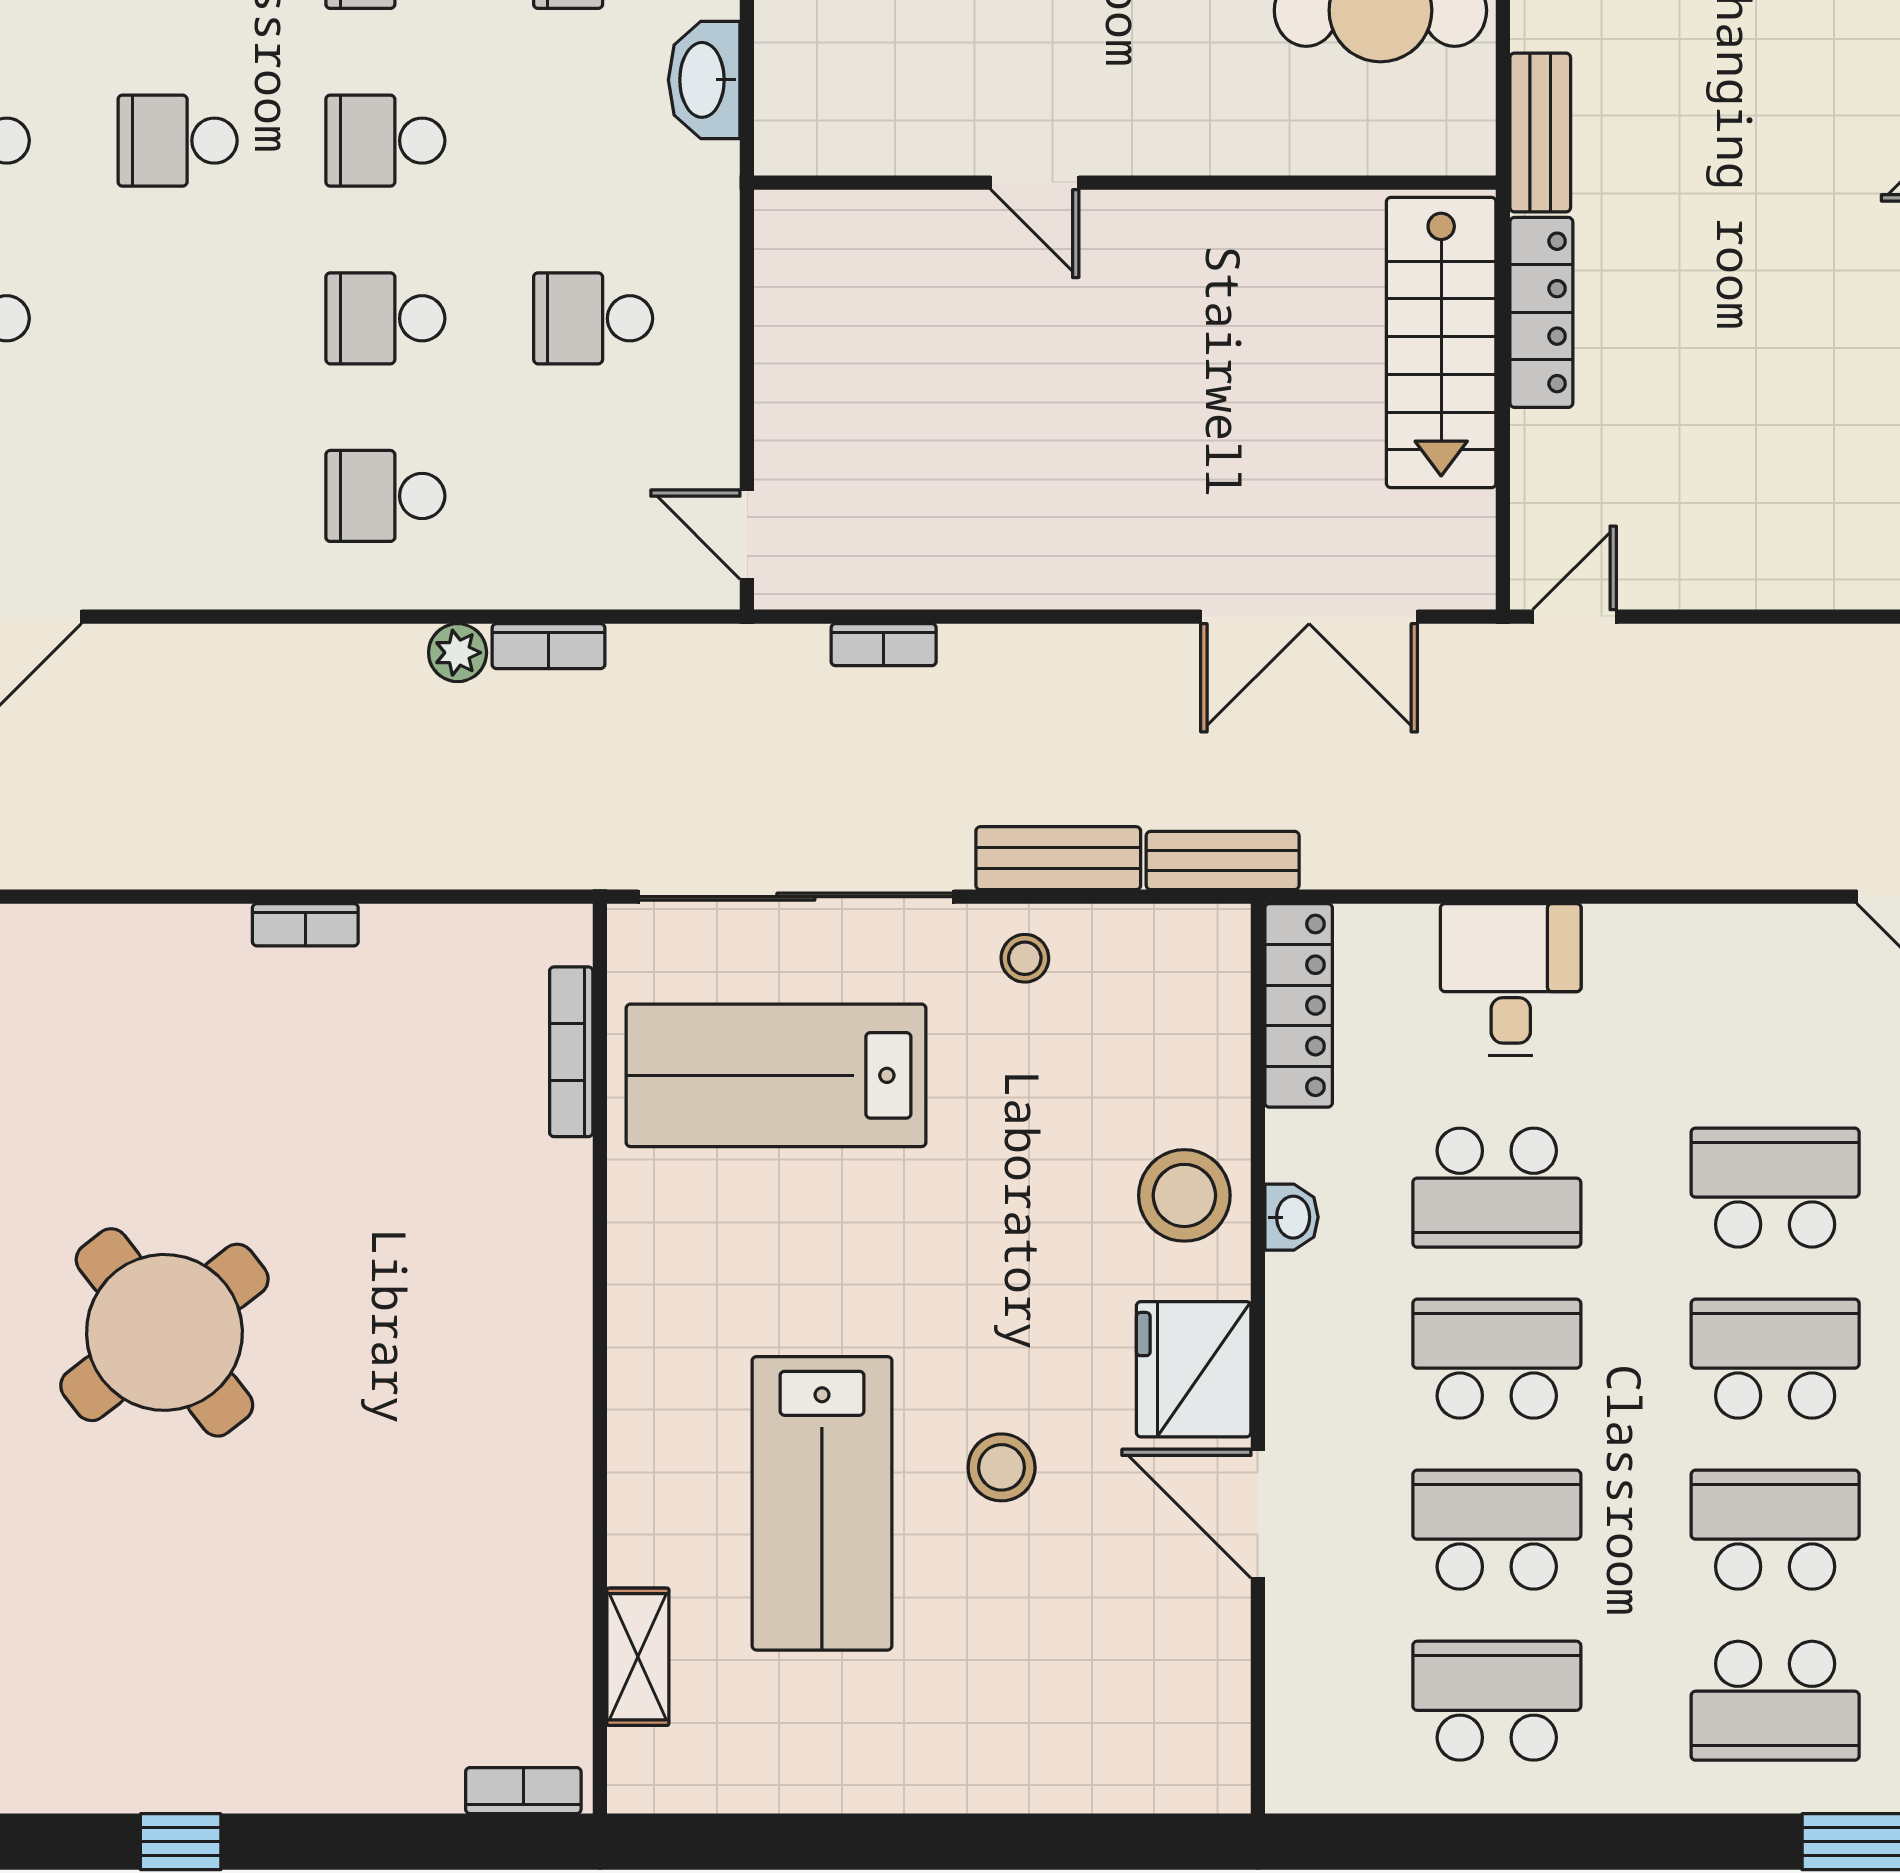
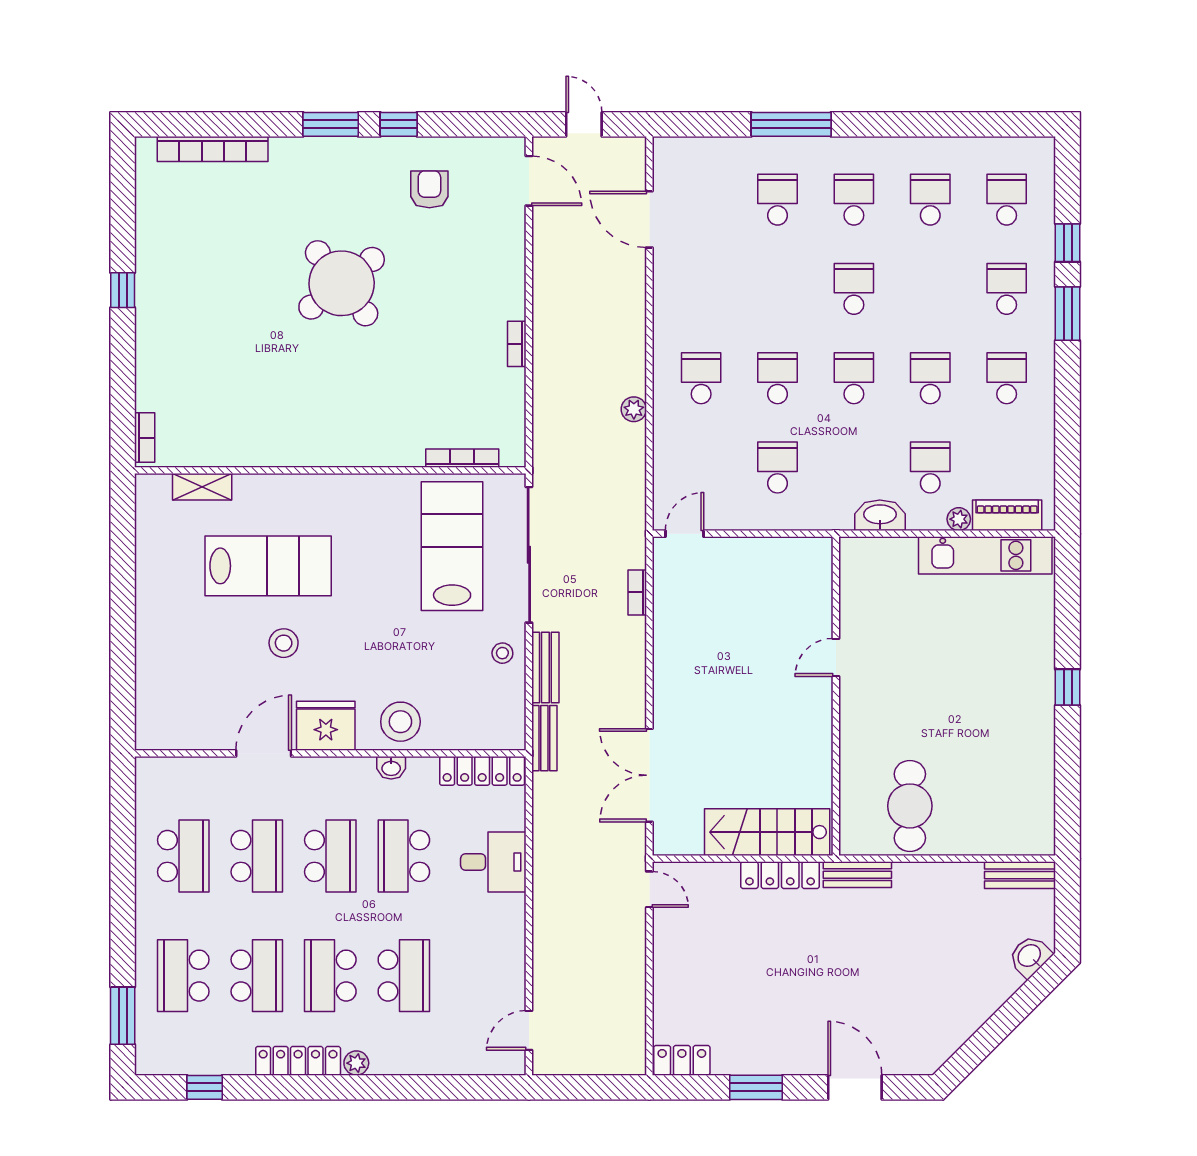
bookcase: (548, 646) -> (637, 448), removed
school desk: (1775, 1359) -> (330, 976), turned 180
lab bench: (822, 1503) -> (268, 566), turned 180

